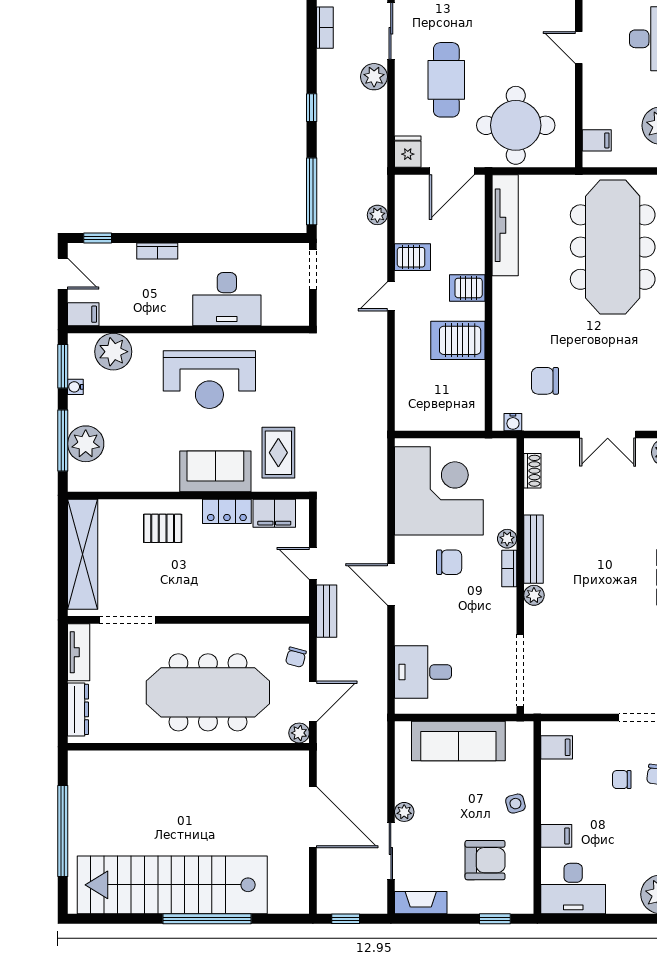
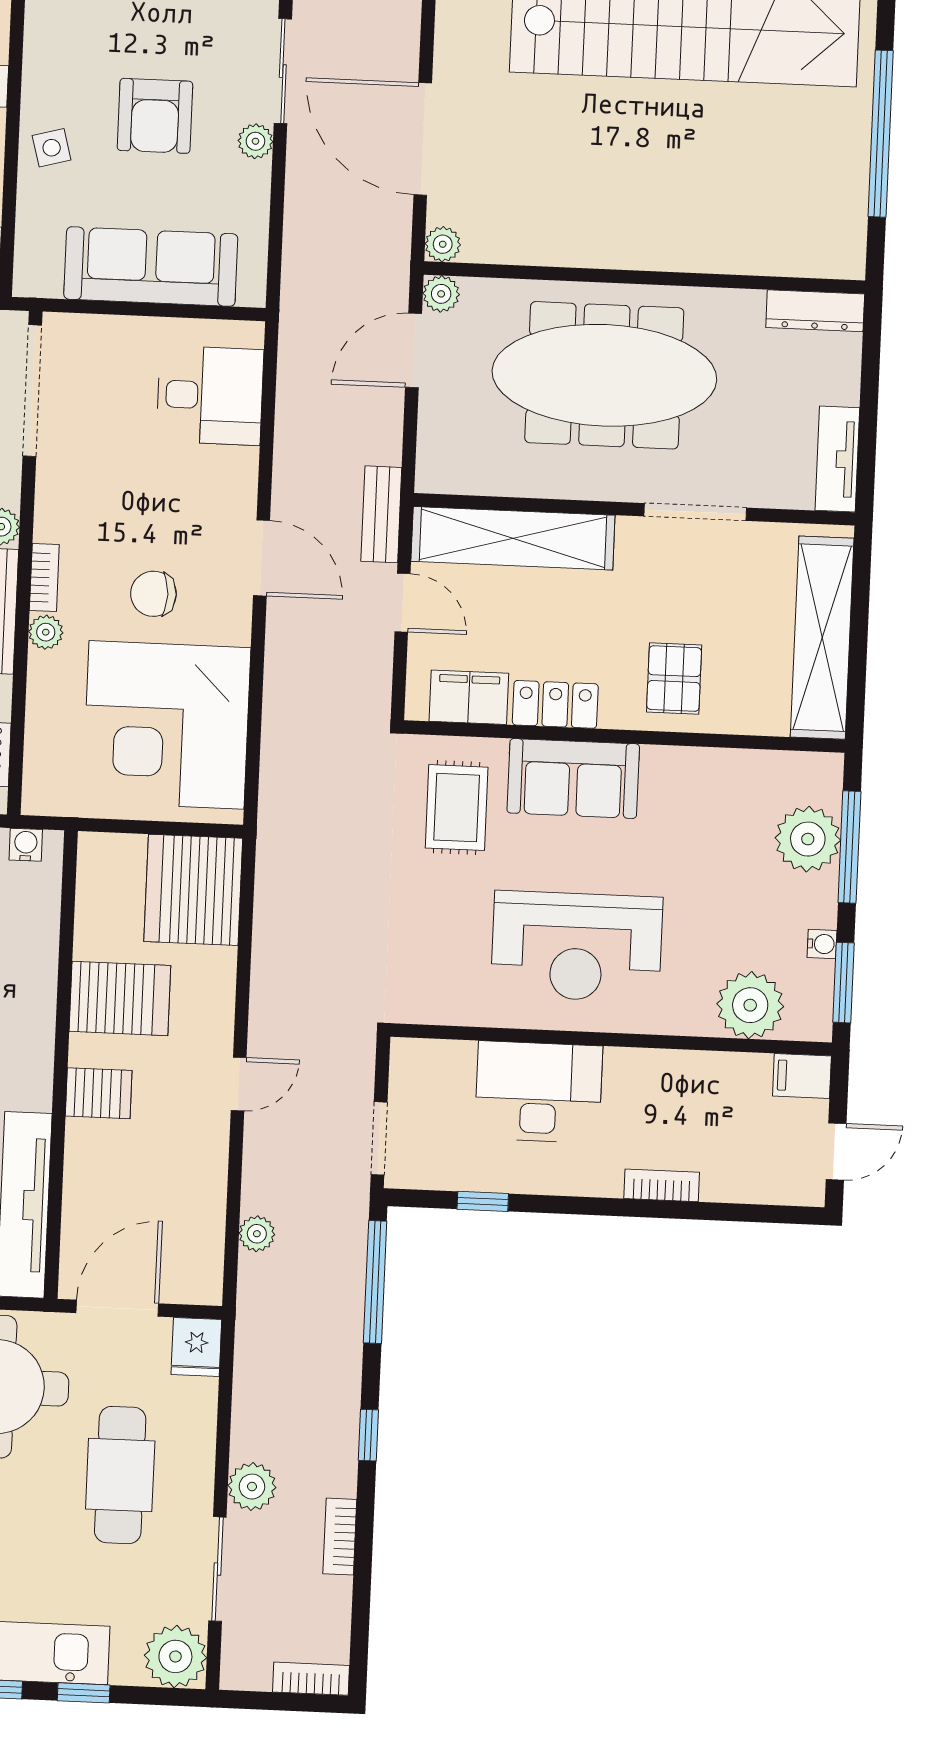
bookcase: (325, 28) -> (340, 1537), moved
window: (98, 238) -> (483, 1201), moved
server rack: (412, 257) -> (193, 890), moved, width x2.18, depth x1.44
door: (63, 274) -> (836, 1152), swing flipped
reception desk: (209, 380) -> (577, 946), turned 180
pallet: (163, 528) -> (674, 679), turned 90
shelving: (254, 601) -> (513, 538), added
doorway: (127, 620) -> (695, 512), moved
chair: (296, 657) -> (441, 433), removed
dresser: (78, 709) -> (815, 311), moved, turned -90
plant: (299, 760) -> (443, 244), added
armchair: (485, 860) -> (155, 116), moved, turned -90

